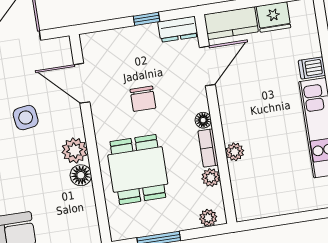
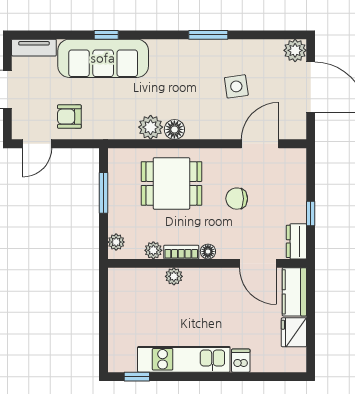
plant: (75, 151) -> (151, 127), moved

